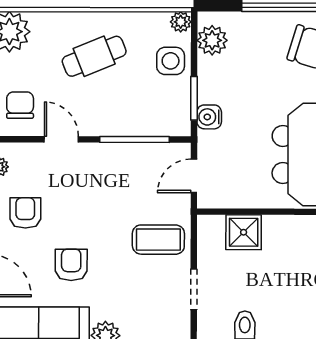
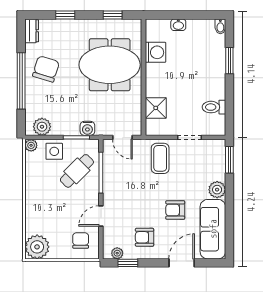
cafe table: (94, 56) -> (77, 171), moved, turned 67
chair: (20, 105) -> (81, 240), turned 90

